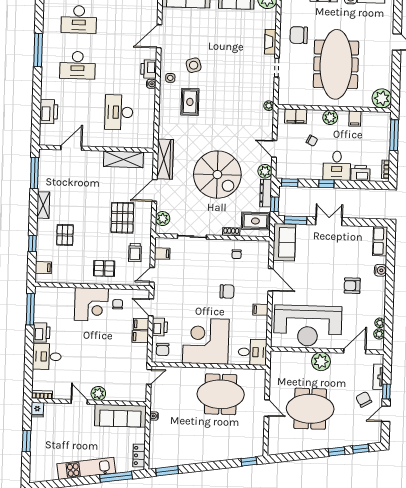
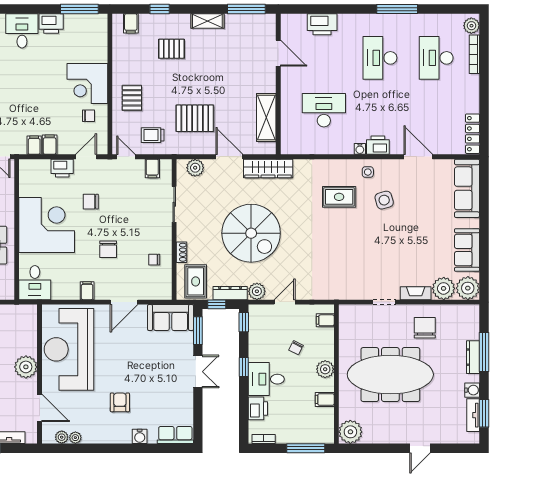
plant: (269, 106) -> (444, 288), moved, width x1.88, depth x1.88
filing cabinet: (296, 116) -> (325, 320), width x0.50
spiral stairs: (217, 175) -> (251, 233), turned -90
filing cabinet: (141, 324) -> (34, 145), moved
chair: (163, 349) -> (91, 202), moved

